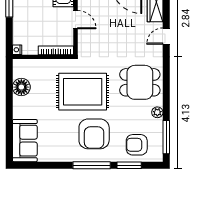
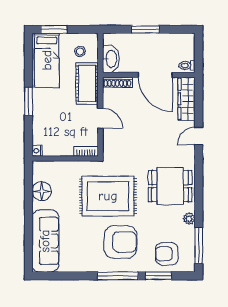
bookcase: (56, 50) -> (86, 151), width x0.64
armchair: (94, 134) -> (120, 242), turned -90
sofa: (25, 141) -> (45, 241), width x1.36

